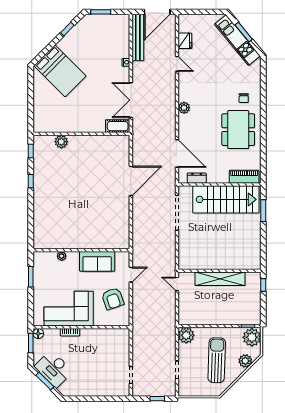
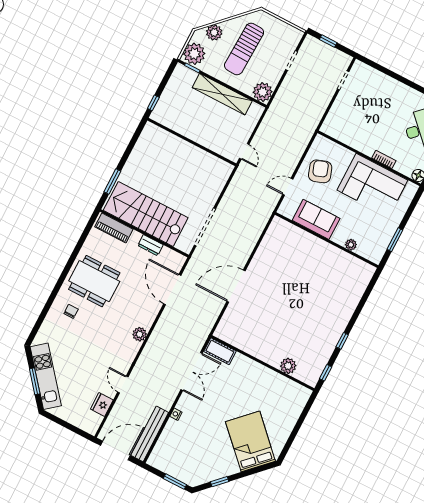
dining table: (238, 130) -> (94, 281), turned 90
dresser: (197, 178) -> (150, 245), moved
shelving: (220, 279) -> (222, 94), moved

